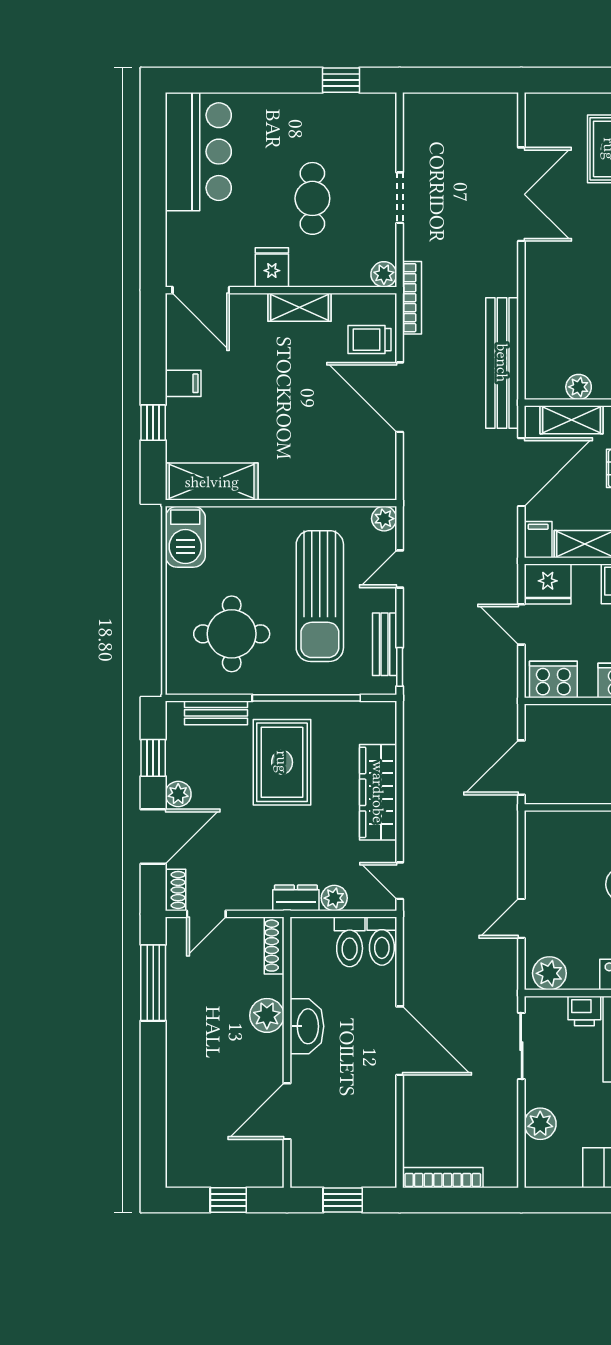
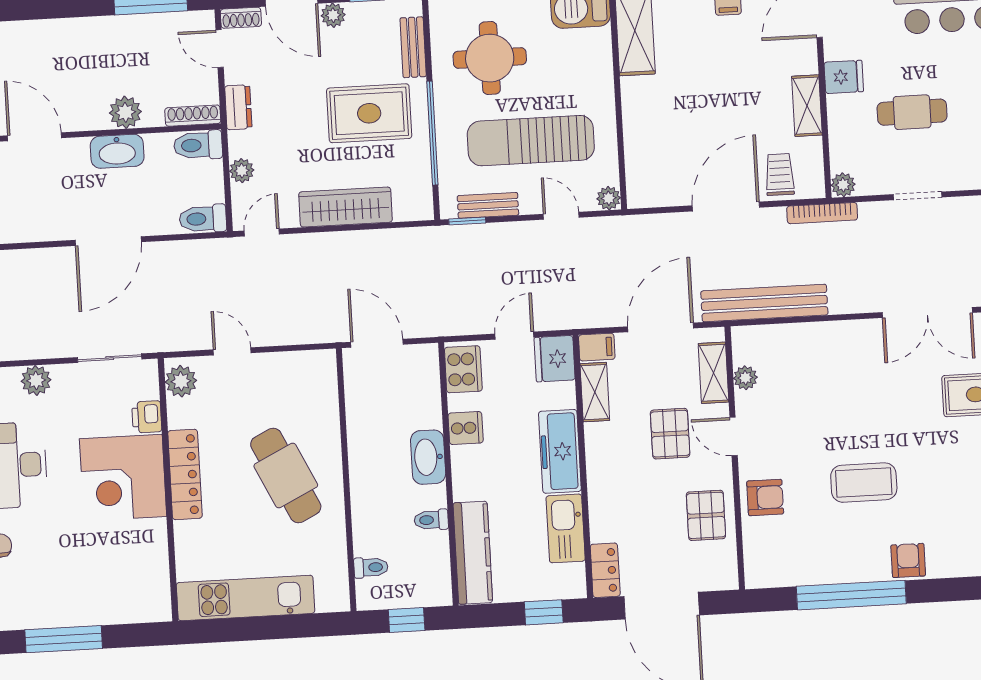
door: (521, 472) -> (661, 327), swing flipped
dresser: (296, 898) -> (238, 107), moved
toilet: (350, 942) -> (198, 145), moved

